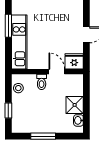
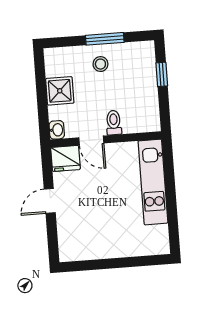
window: (8, 26) -> (172, 206), removed
stool: (18, 88) -> (100, 64), moved
washbasin: (78, 120) -> (57, 130), moved

